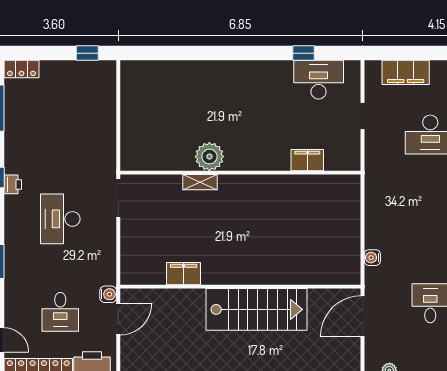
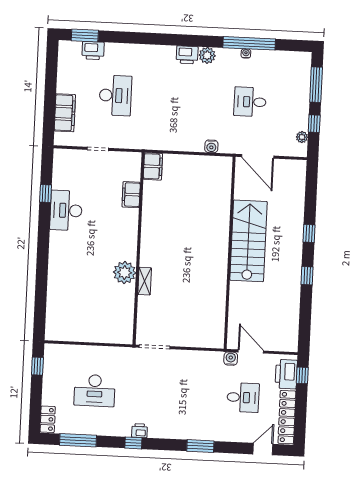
desk: (319, 80) -> (66, 210), moved
desk: (60, 219) -> (95, 390), moved
filing cabinet: (184, 274) -> (153, 166), moved, turned 180

